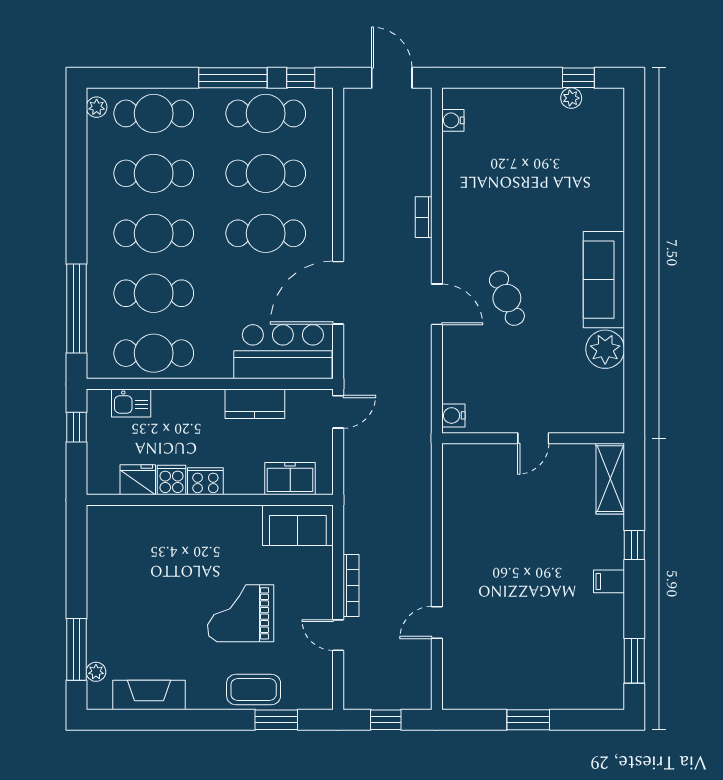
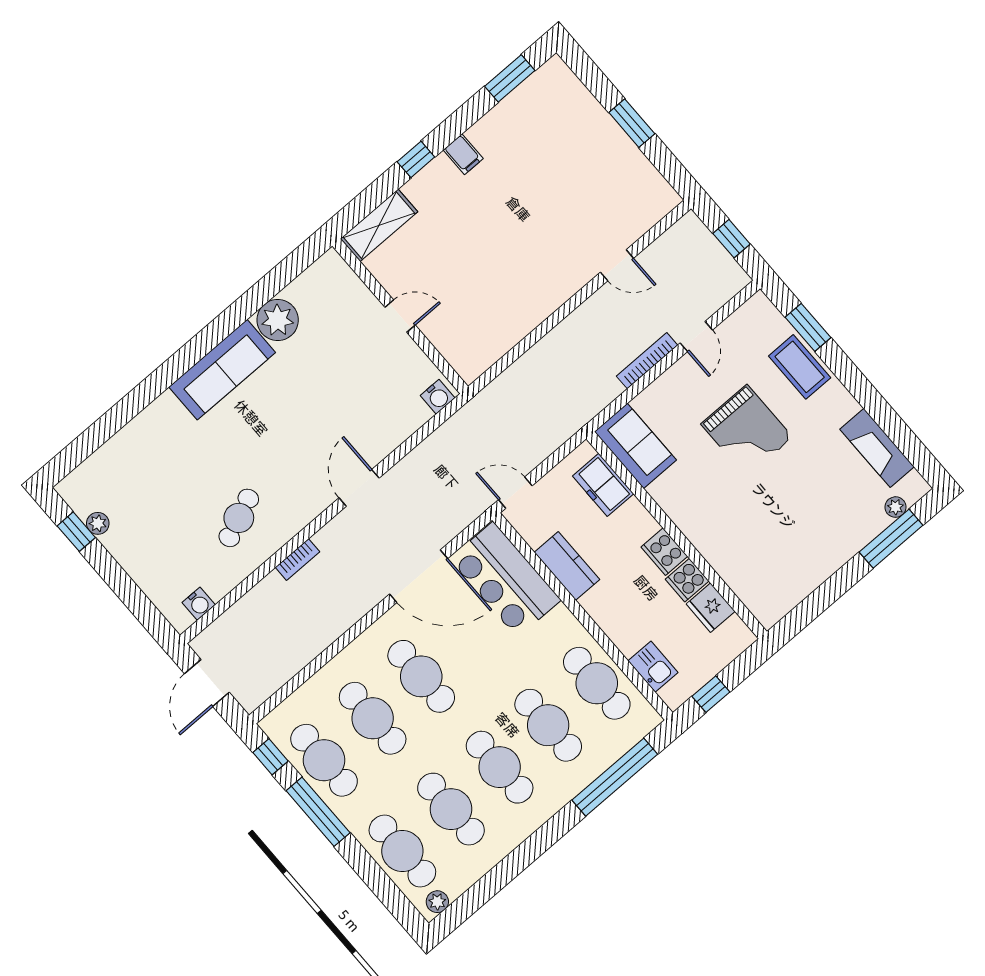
cafe table: (507, 298) -> (239, 518), moved

